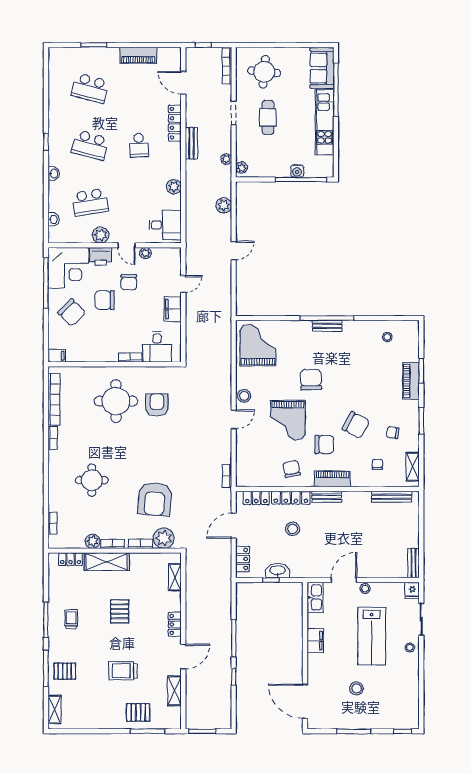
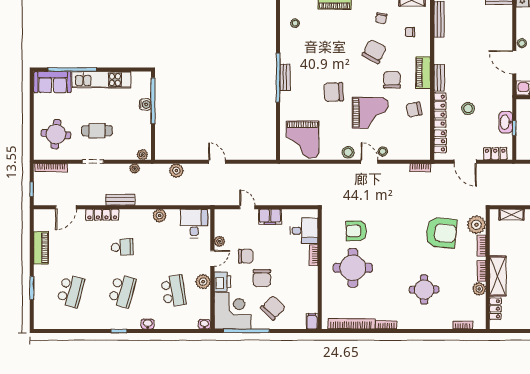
washbasin: (53, 219) -> (204, 324), moved
grand piano: (258, 345) -> (302, 140), turned -90
stool: (245, 434) -> (383, 151), added

